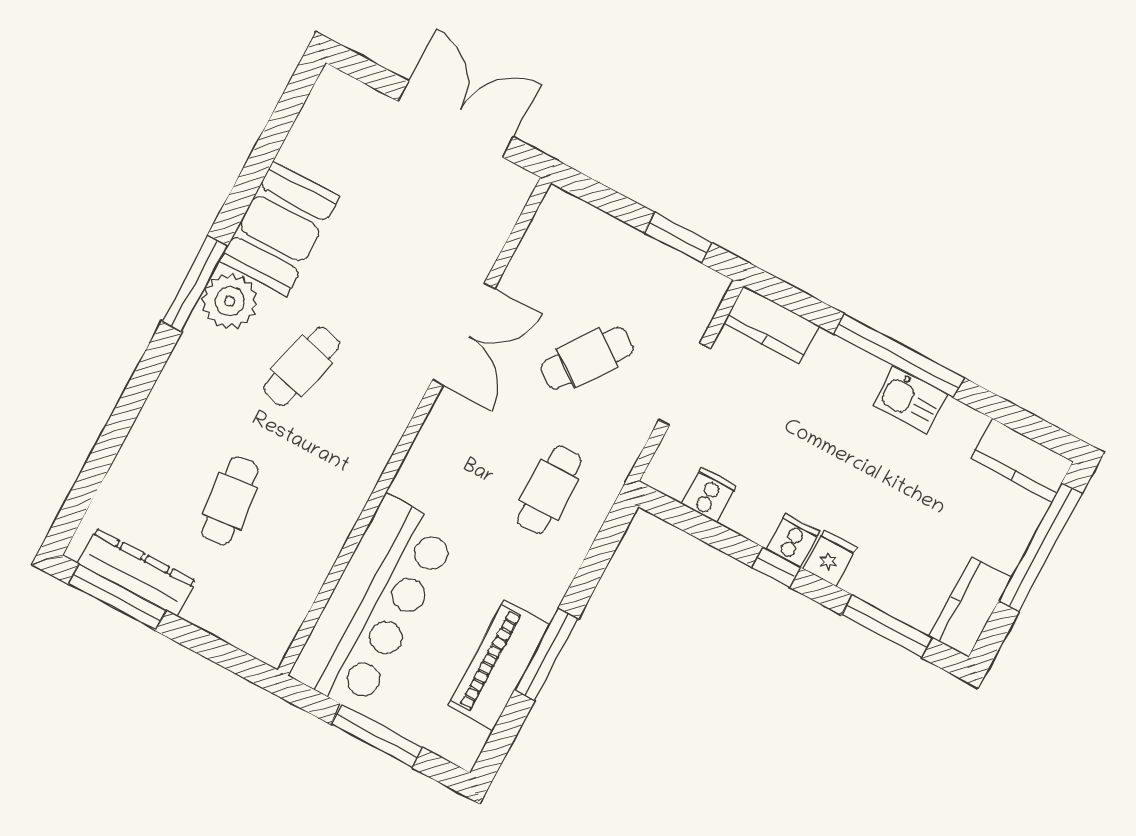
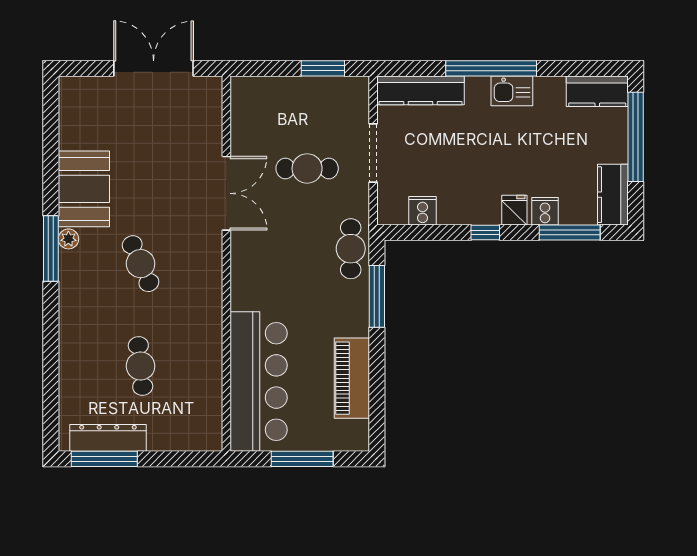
plant: (230, 301) -> (68, 239), width x0.53, depth x0.53
kitchen counter: (772, 325) -> (420, 90), width x1.50
cafe table: (587, 358) -> (307, 168), turned 53
cafe table: (302, 366) -> (141, 264), turned -39
cafe table: (549, 490) -> (351, 249), moved
cooker: (793, 540) -> (545, 211), moved
window: (547, 654) -> (377, 296), moved

